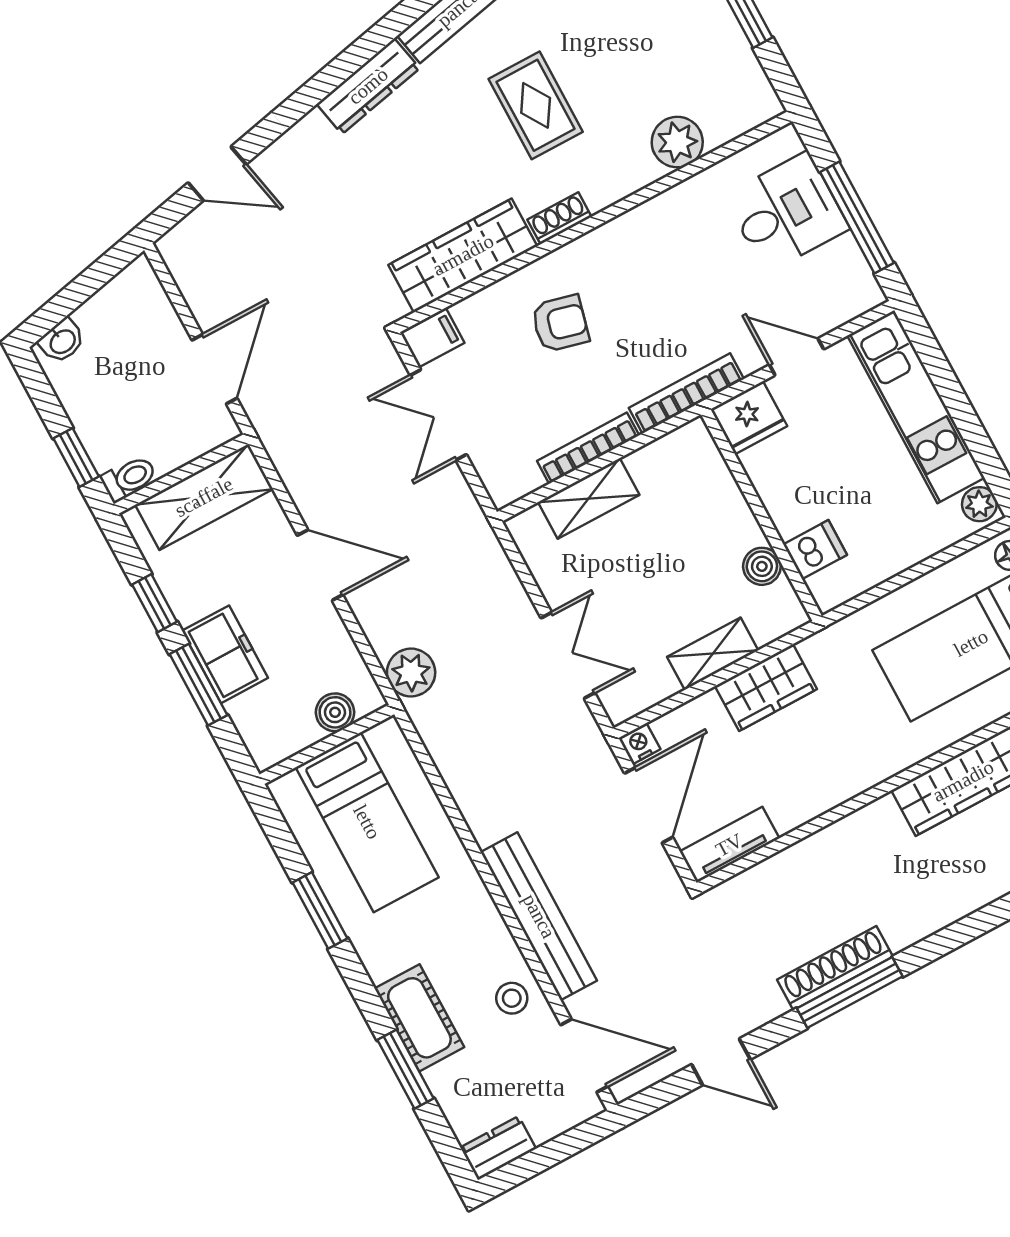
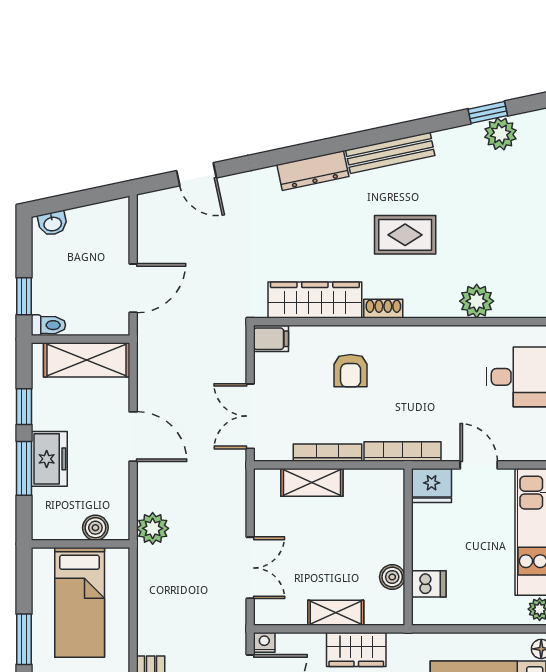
rug: (536, 105) -> (405, 235), turned 90
armchair: (560, 323) -> (351, 371), turned 76
double door: (438, 415) -> (250, 416), moved

